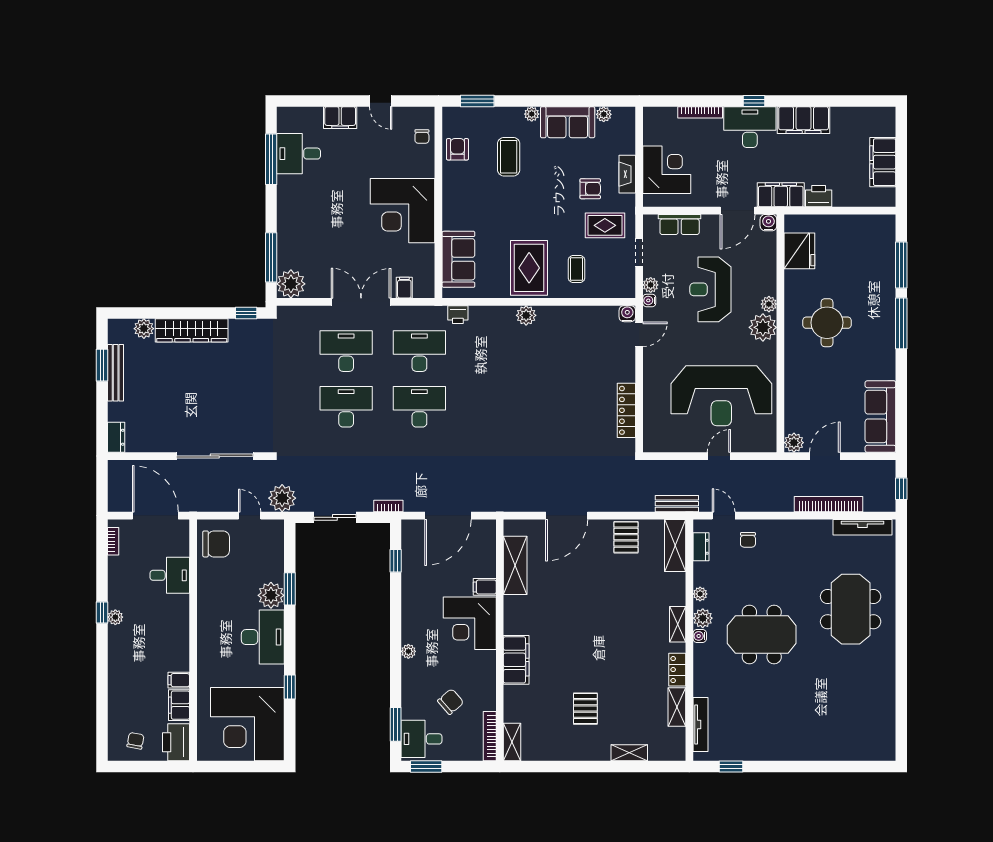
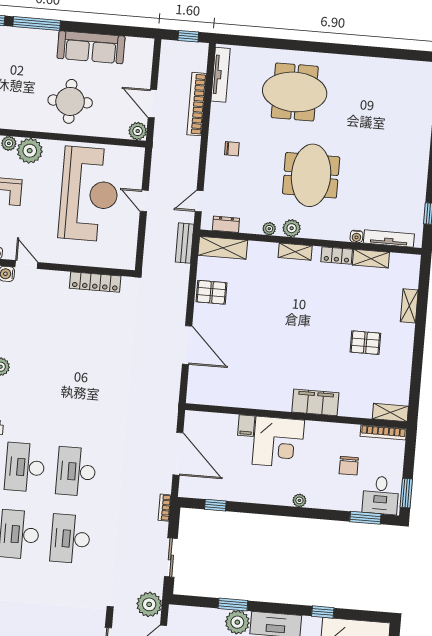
round table: (827, 323) -> (70, 101), moved
sofa: (880, 417) -> (91, 47), moved
chair: (748, 540) -> (232, 149), moved
shelving: (515, 565) -> (229, 396), removed
water cooler: (700, 636) -> (357, 236), moved
chair: (451, 702) -> (349, 466), turned -139

